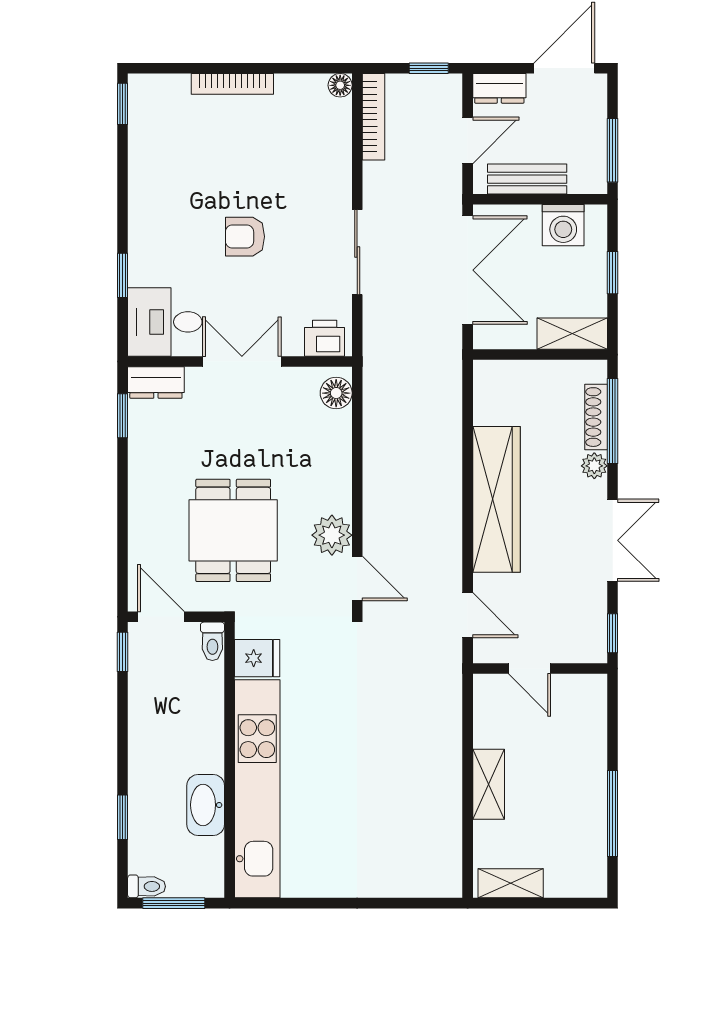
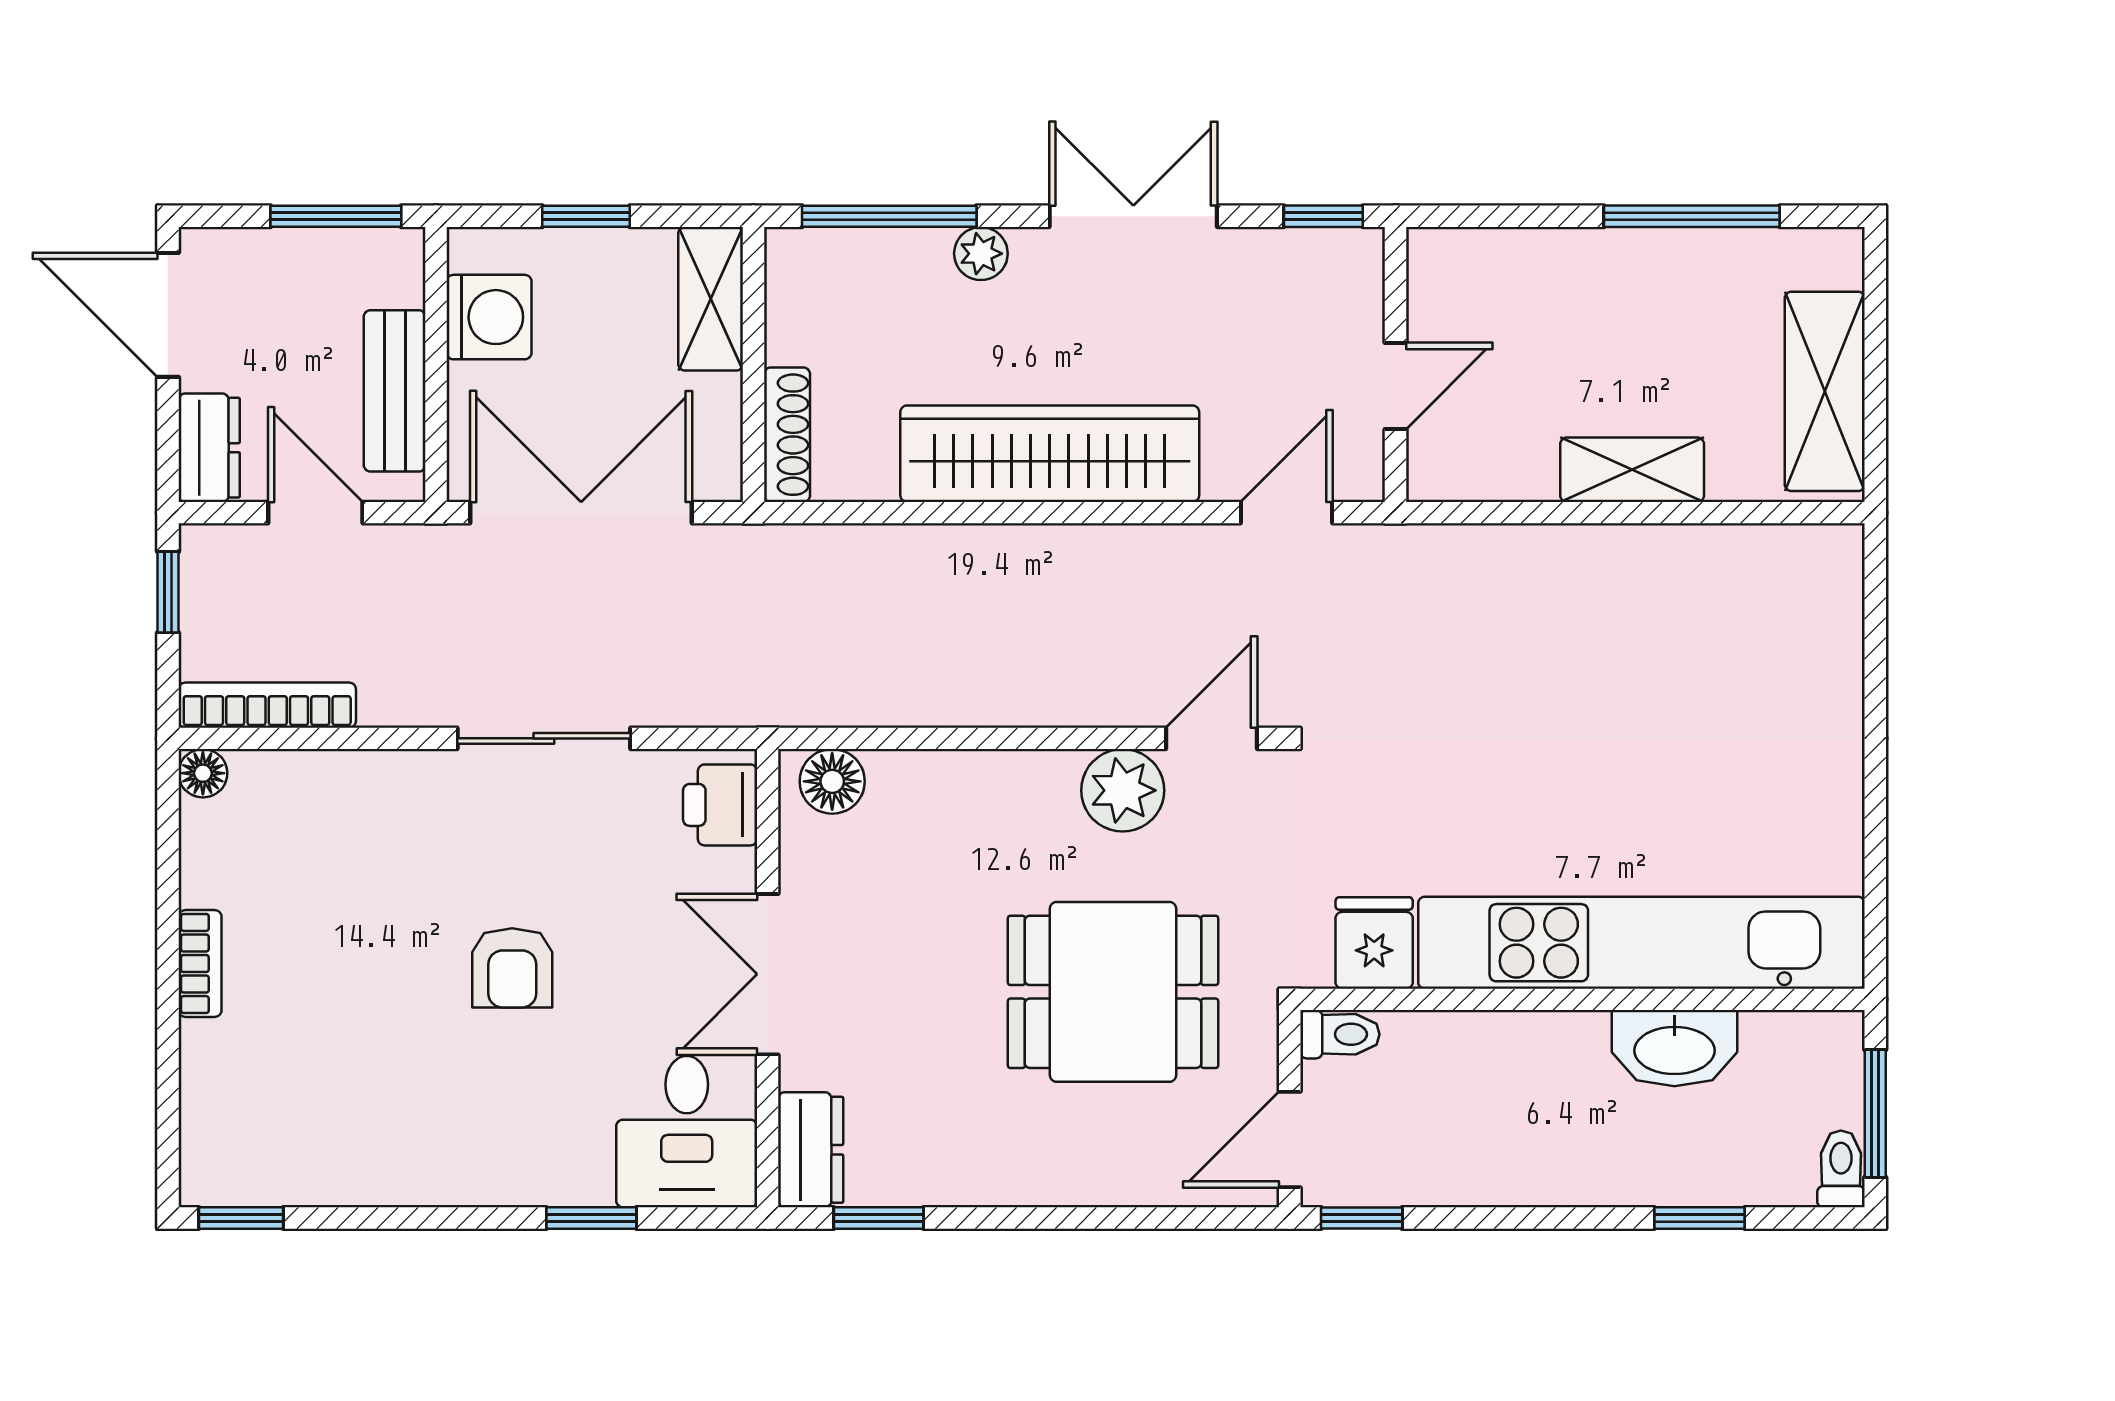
bookcase: (232, 84) -> (200, 964), width x0.64
shoe rack: (596, 417) -> (787, 435), moved, turned -90
shelving: (511, 883) -> (1825, 391), width x1.50, depth x1.33

